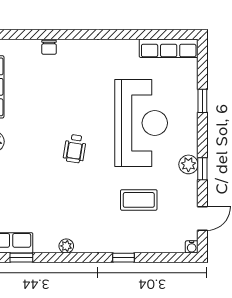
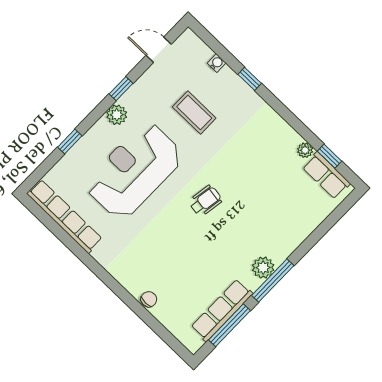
row of seats: (169, 48) -> (64, 216), width x1.36
plant: (188, 164) -> (117, 115), moved
plant: (66, 246) -> (305, 150), moved
water cooler: (192, 247) -> (217, 63), moved

